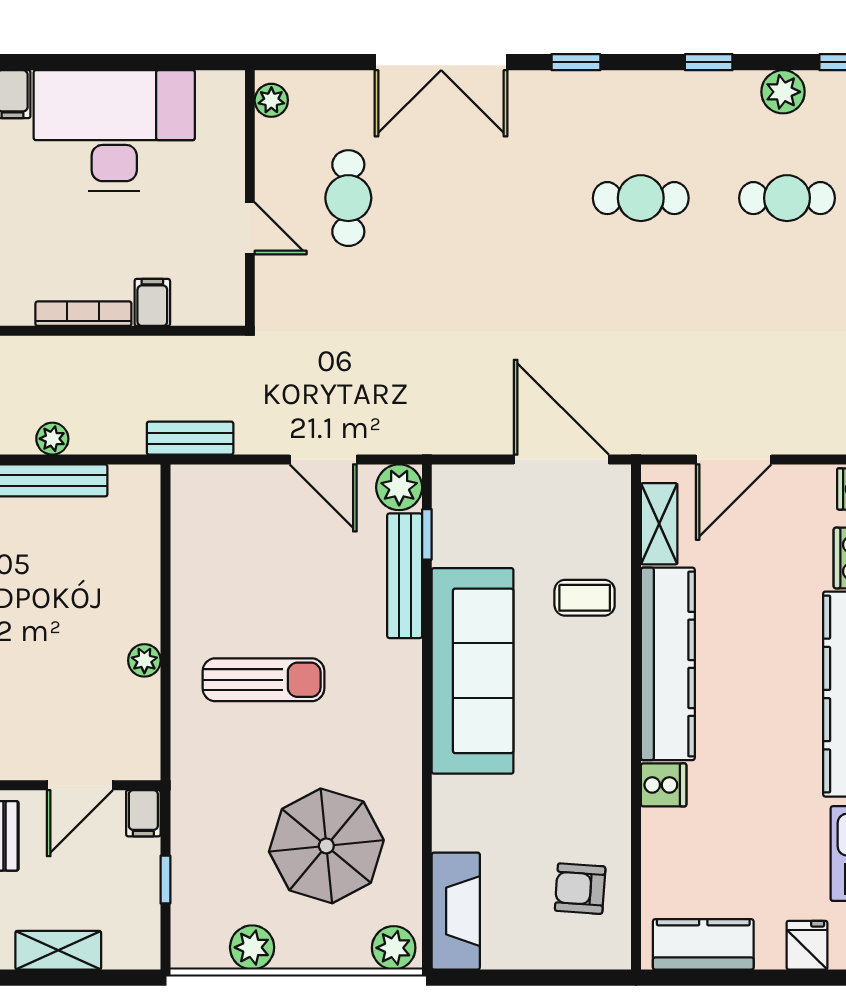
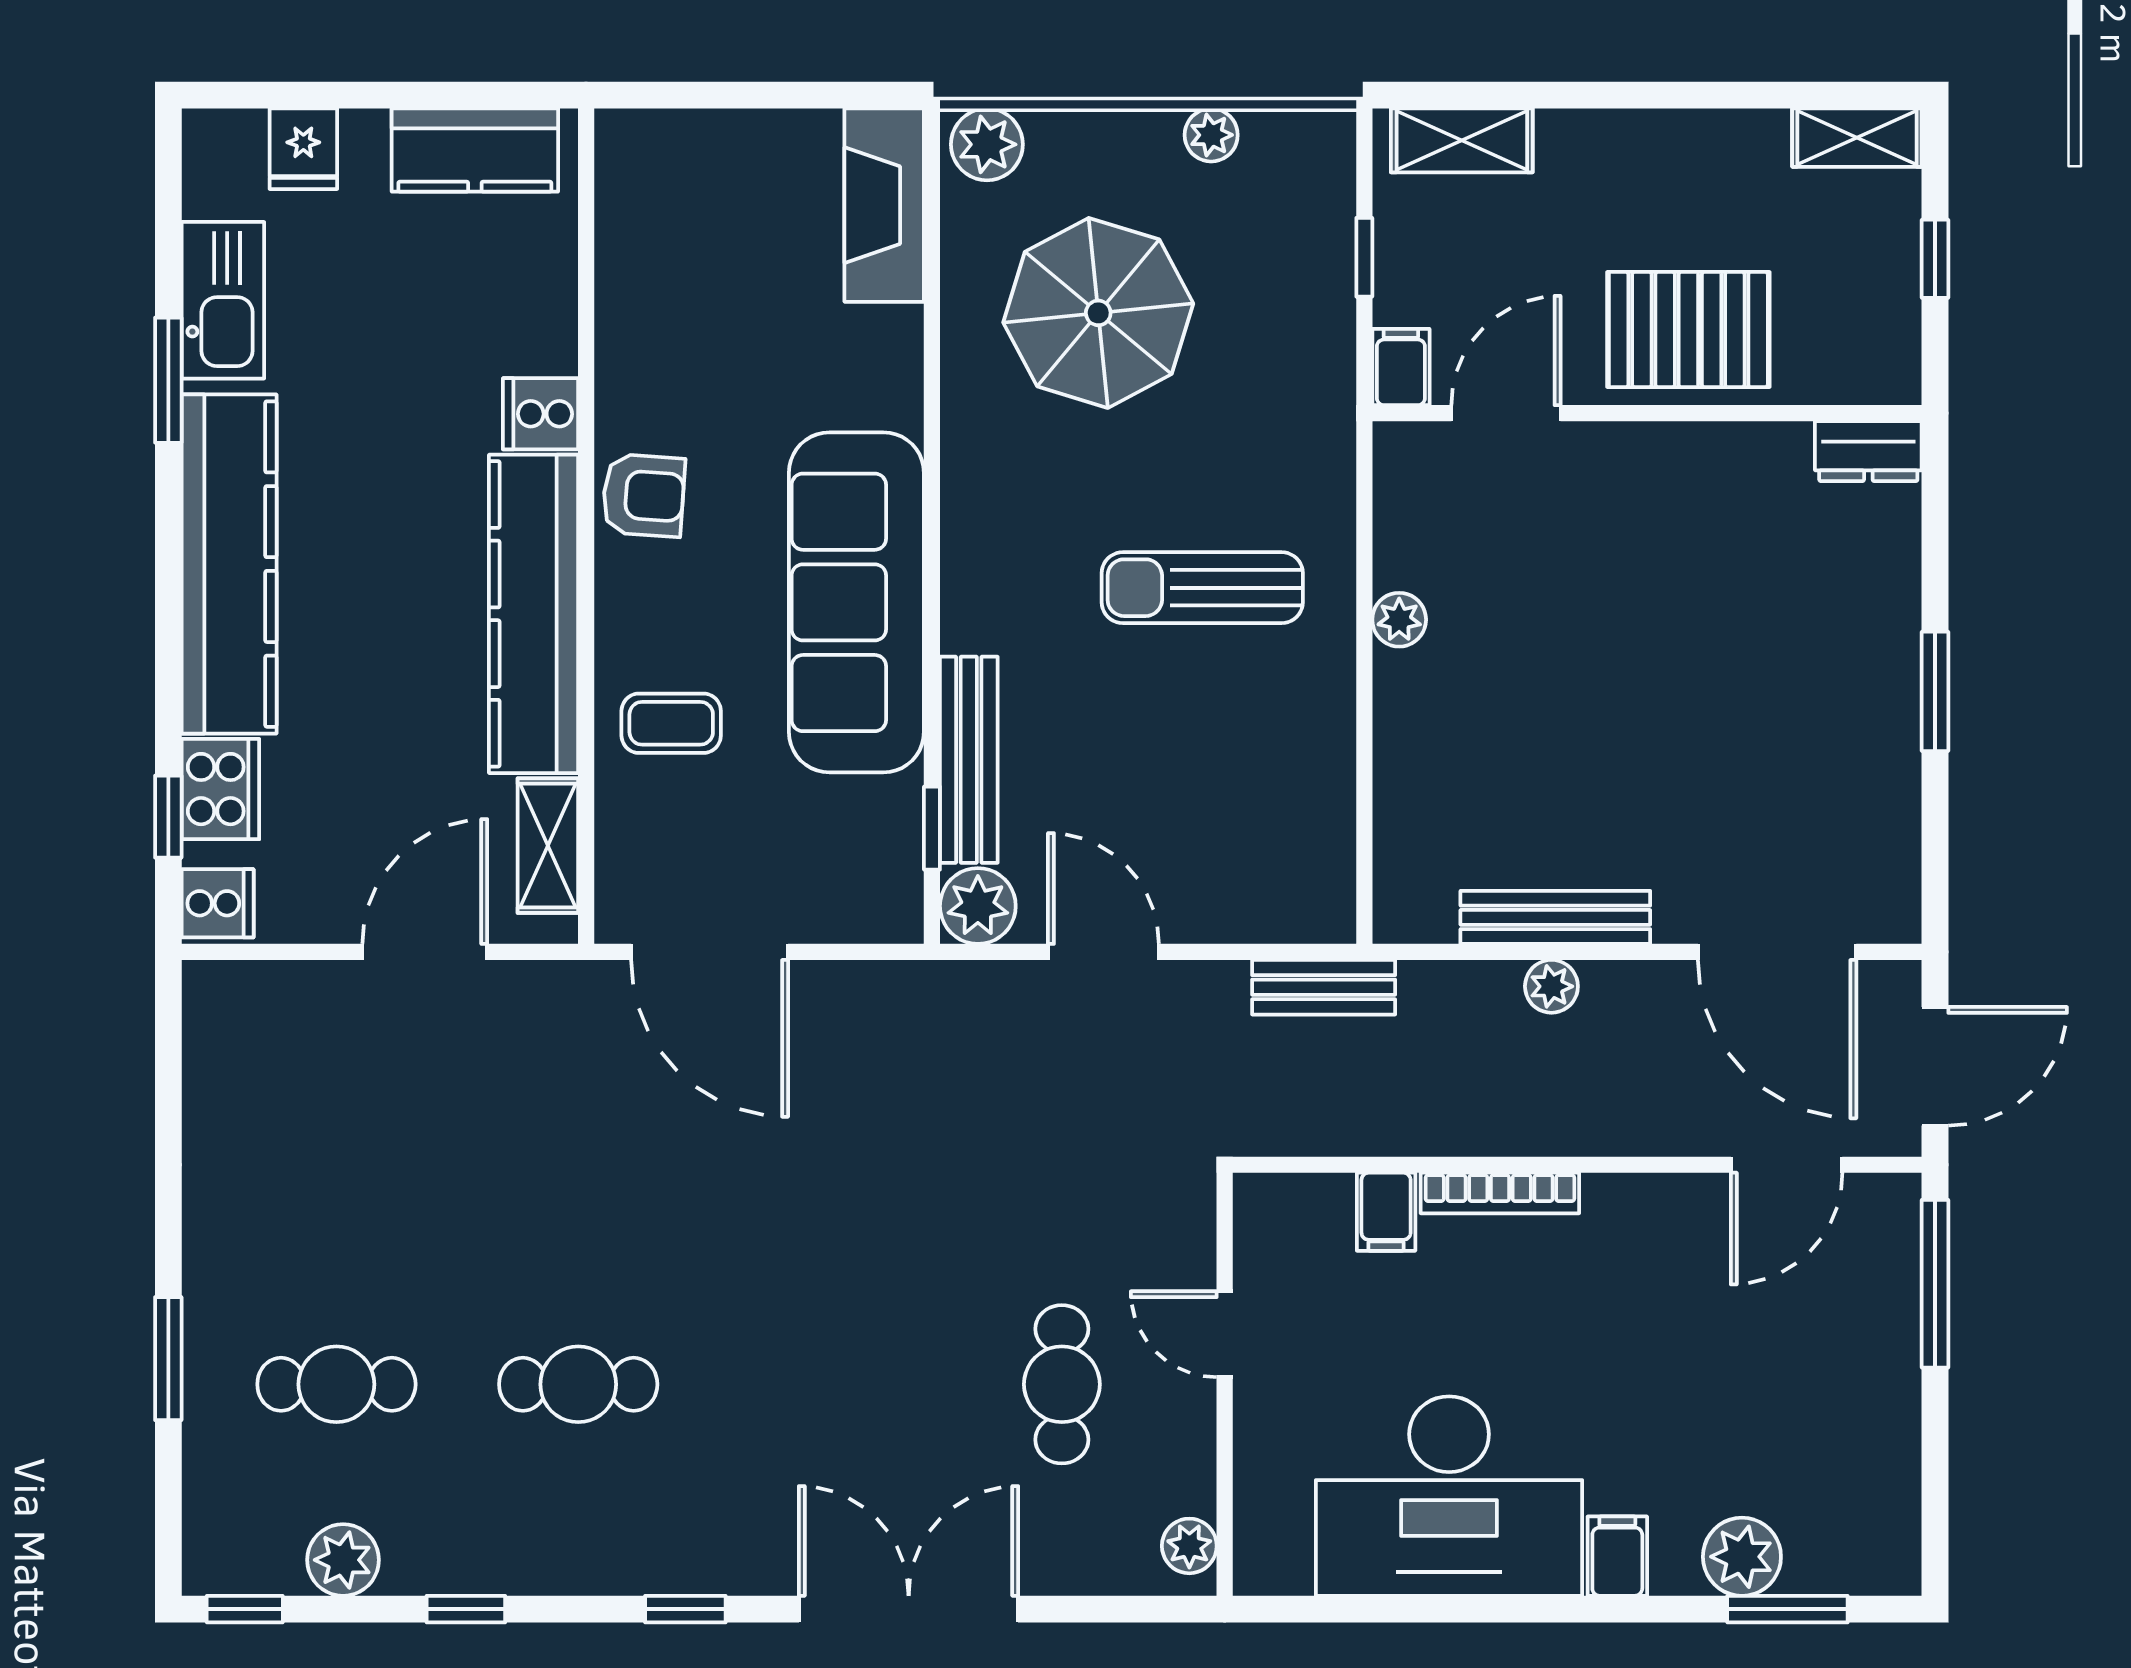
armchair: (580, 889) -> (643, 495), moved
plant: (252, 947) -> (1211, 135), width x0.73, depth x0.73
shelving: (58, 950) -> (1462, 140), moved

